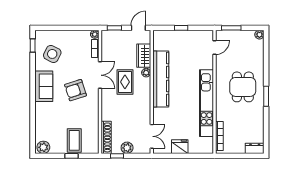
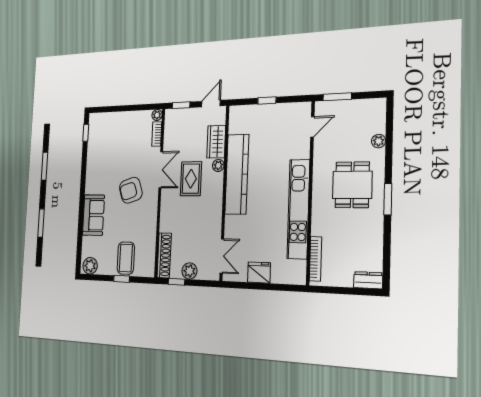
plant: (259, 35) -> (379, 141), moved
side table: (52, 54) -> (107, 143), removed
sofa: (44, 86) -> (93, 215), moved

